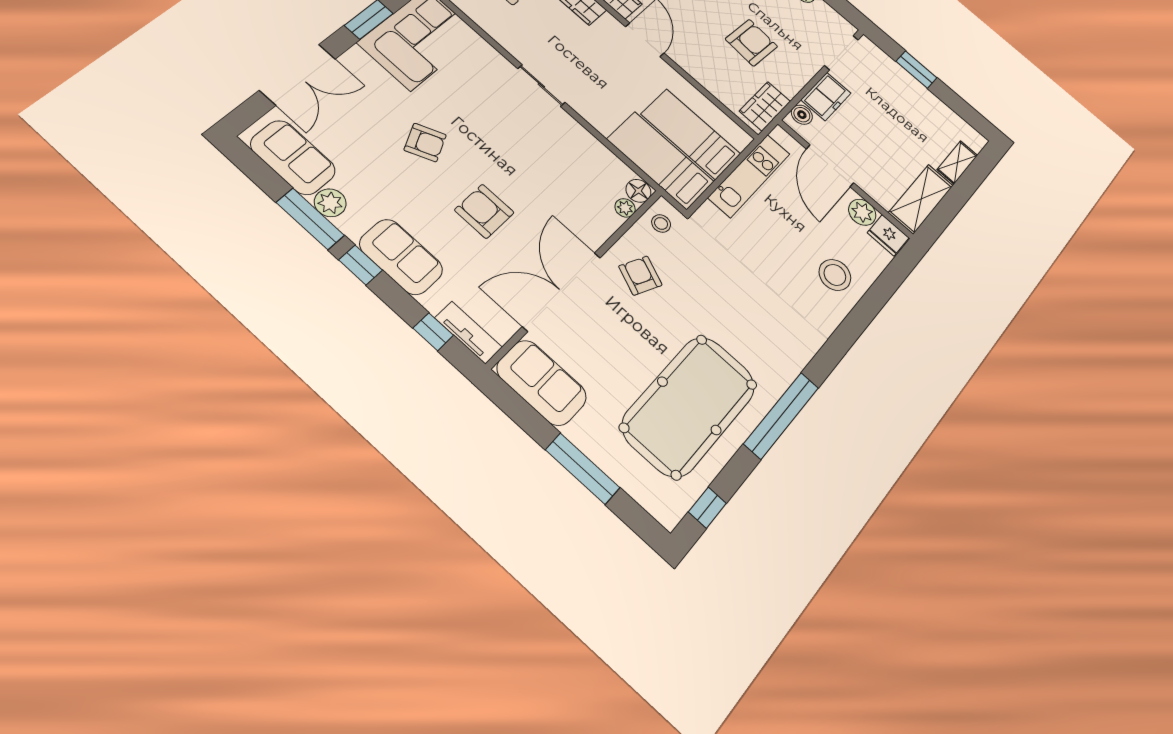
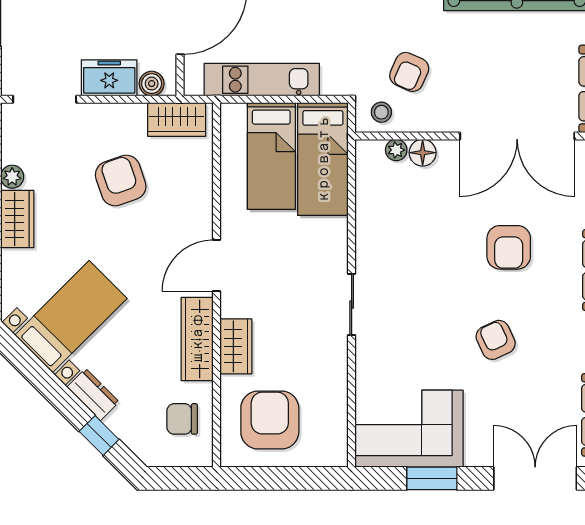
armchair: (751, 43) -> (121, 181), turned 67
floor lamp: (638, 191) -> (423, 153), moved
armchair: (640, 276) -> (409, 72), moved

